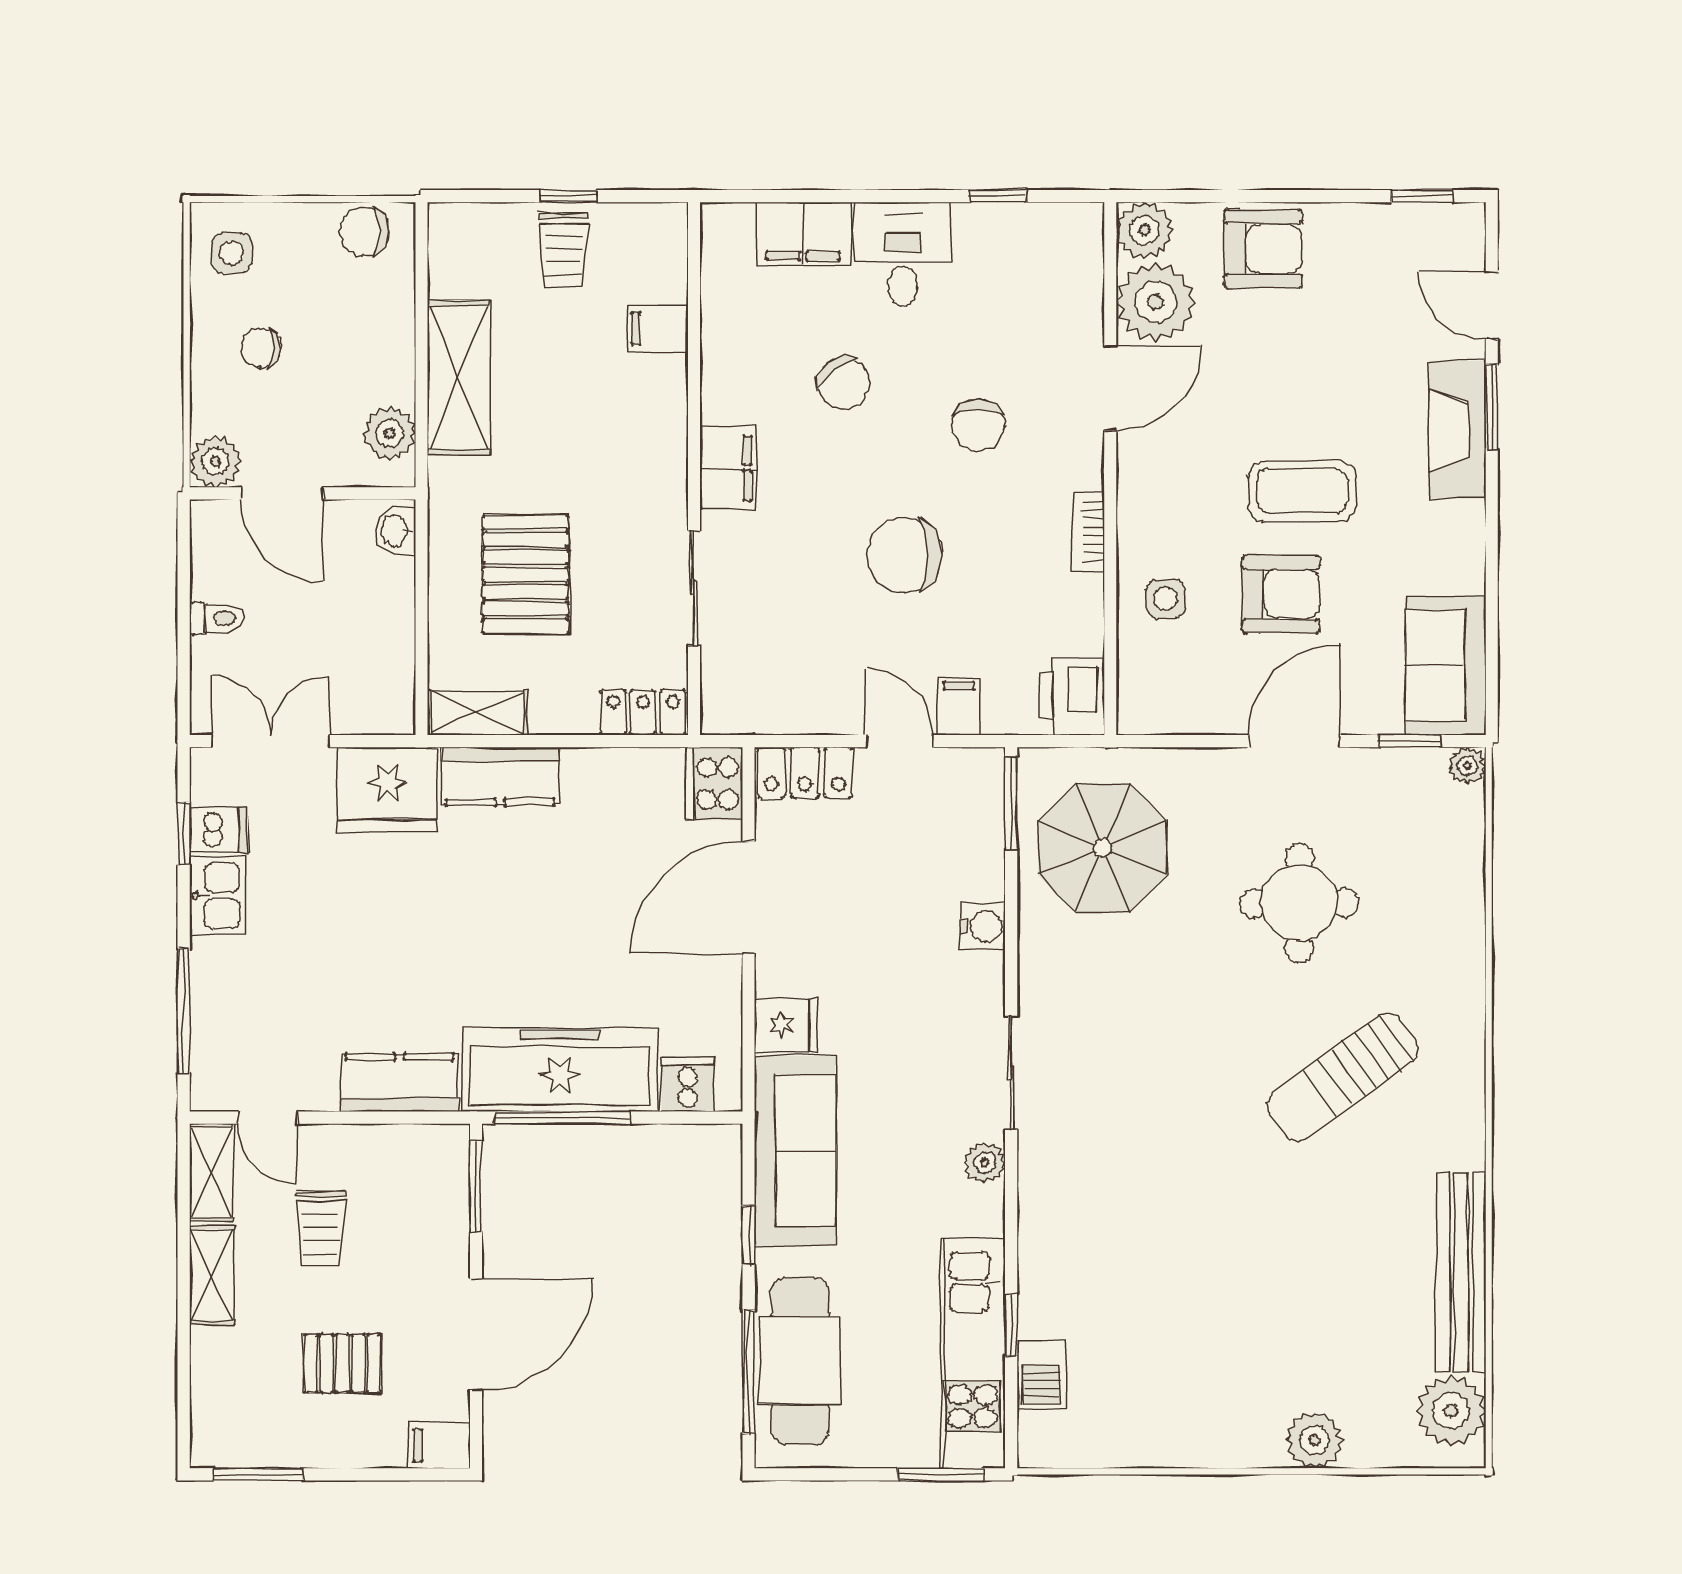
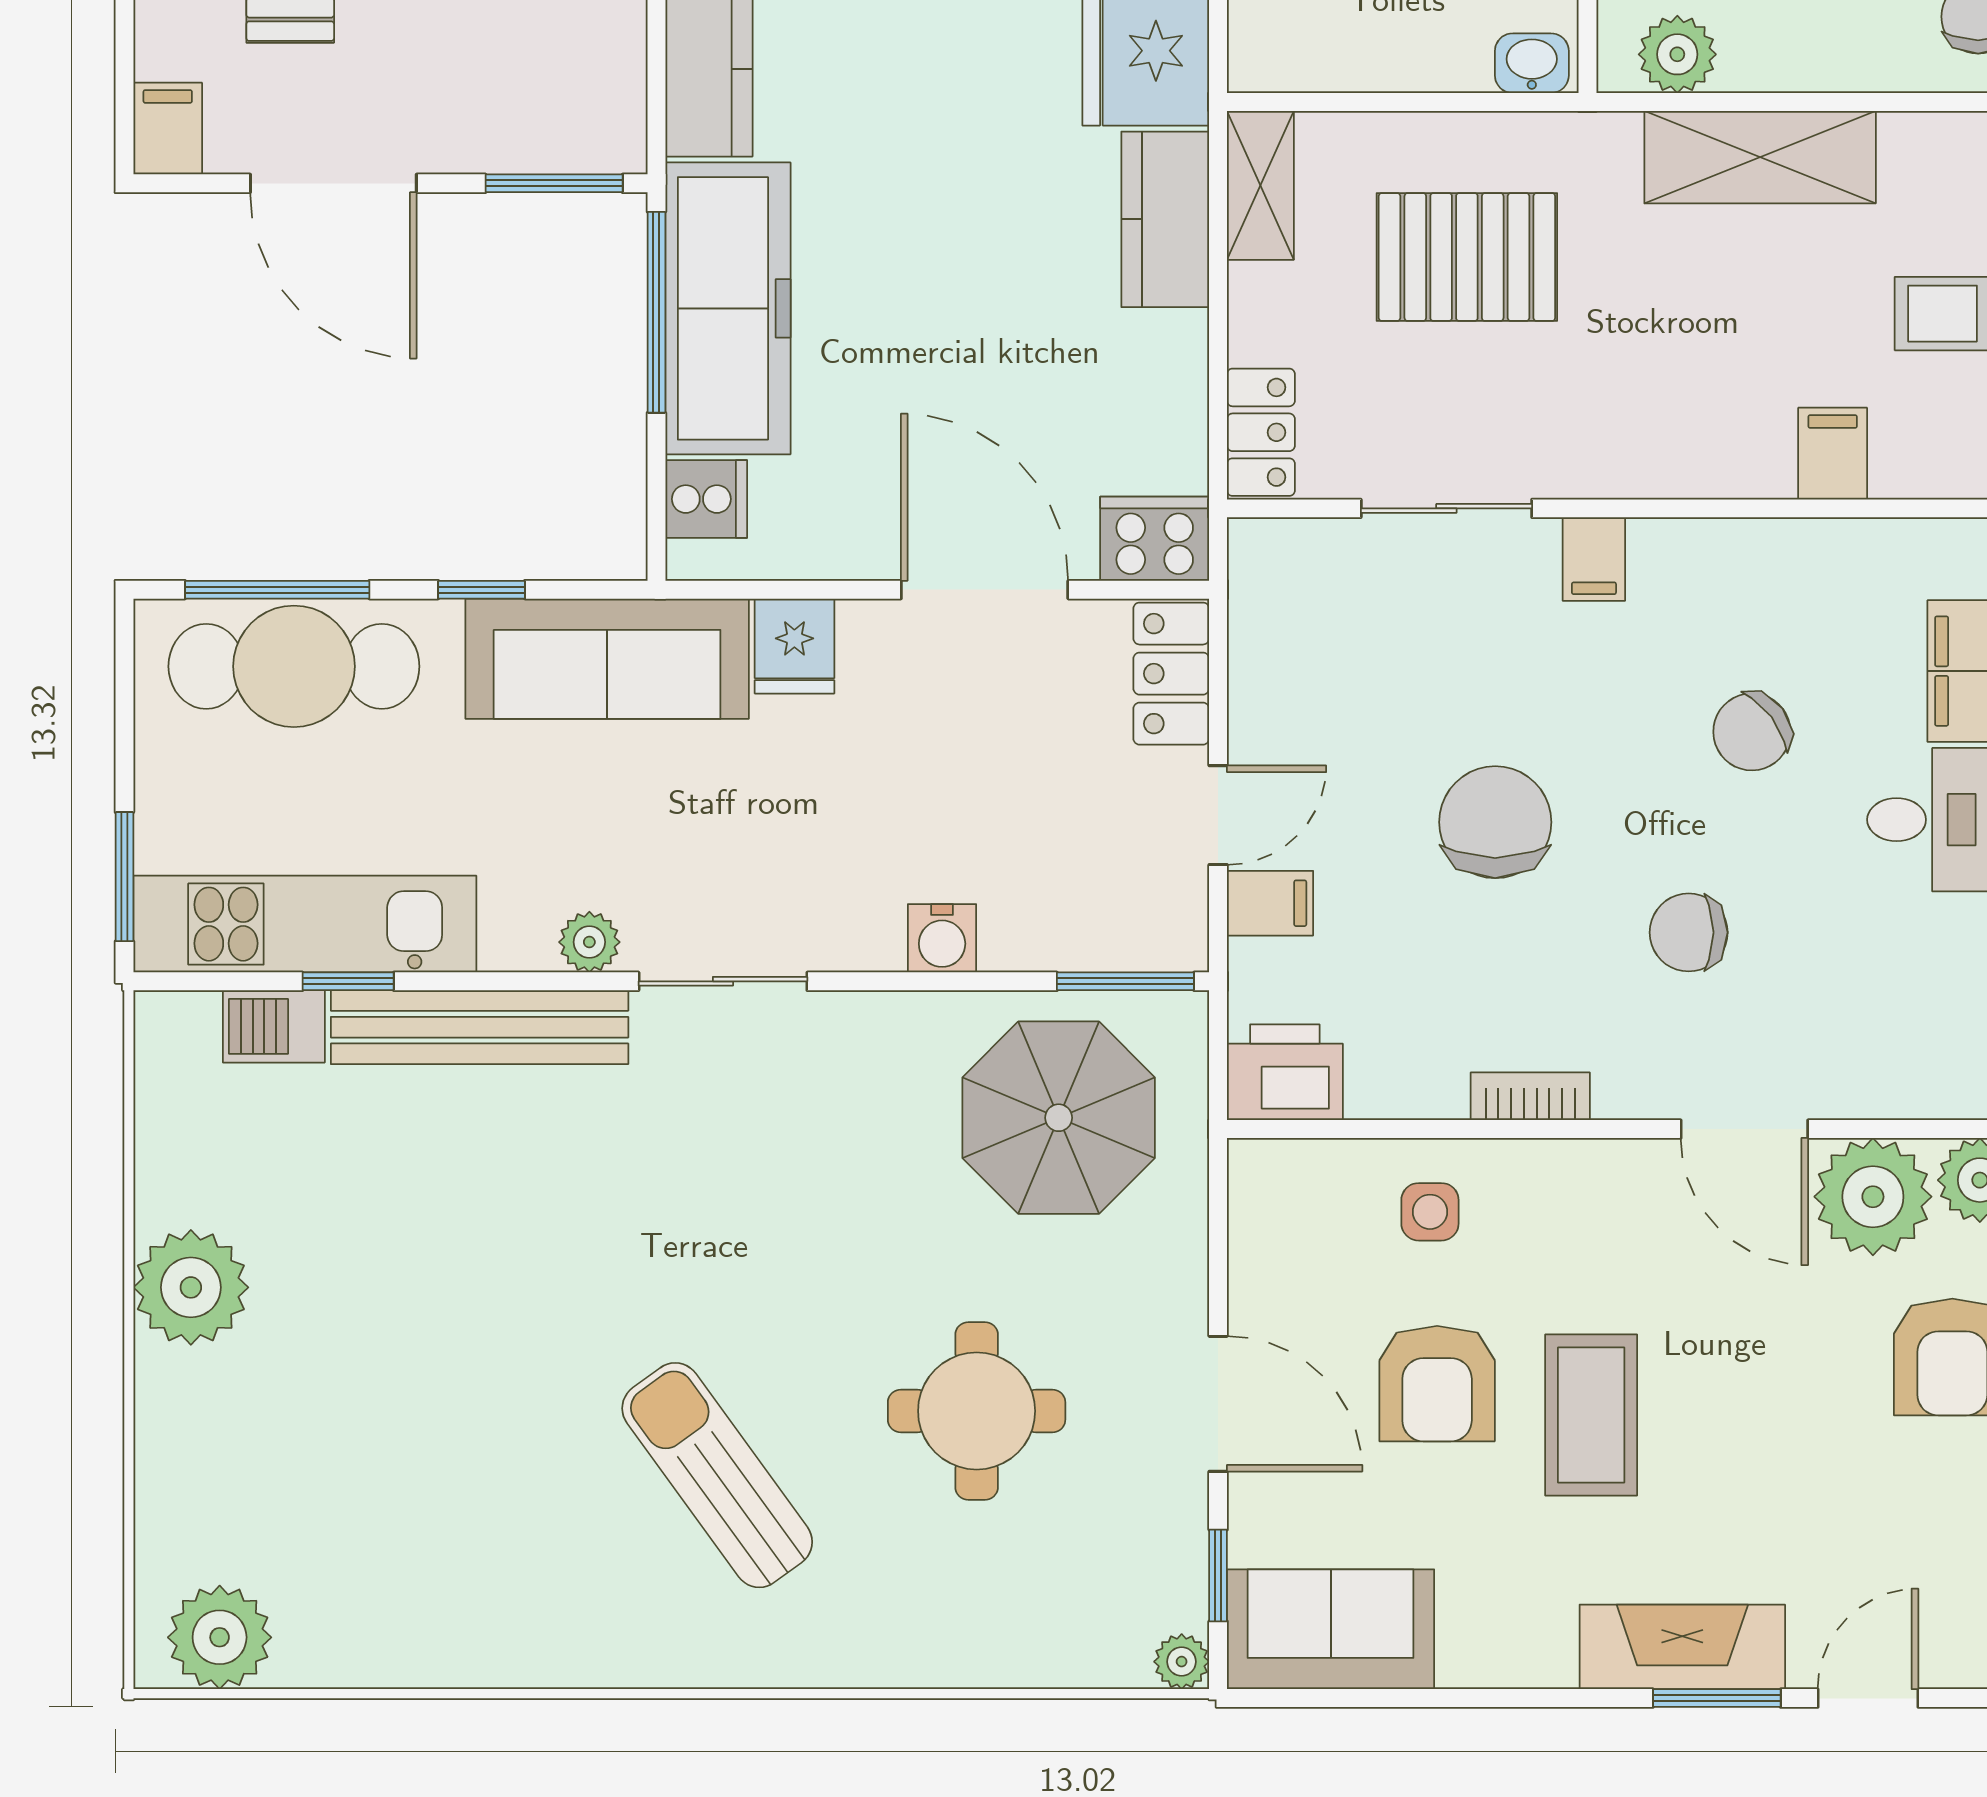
filing cabinet: (728, 468) -> (1594, 559), width x0.50
bench: (1461, 1272) -> (480, 1027), moved
plant: (1314, 1440) -> (191, 1287), moved, width x1.36, depth x1.36

